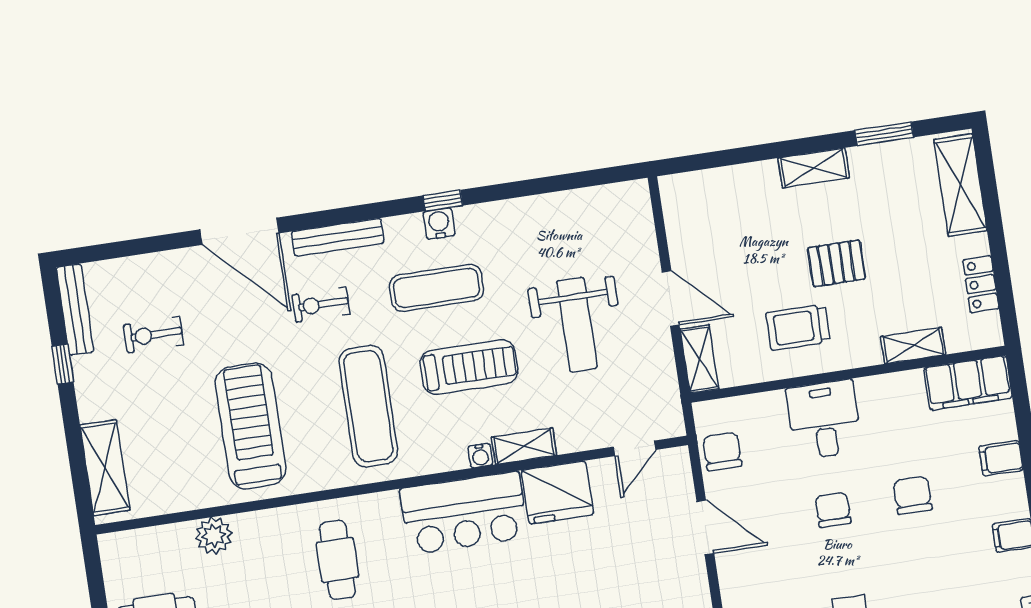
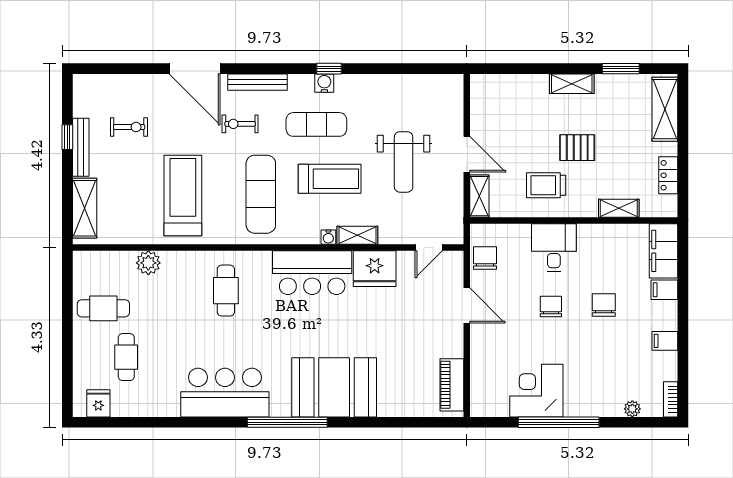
bench: (75, 309) -> (81, 147), moved
exercise bike: (154, 335) -> (129, 127), turned 180
filing cabinet: (968, 383) -> (664, 251), moved, turned 90

